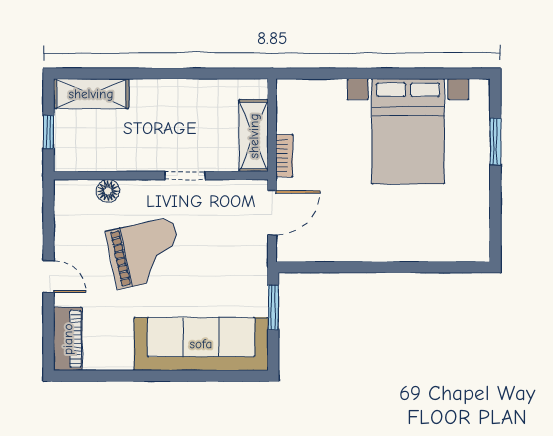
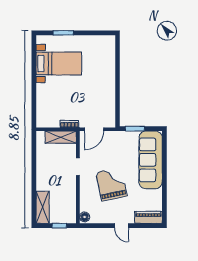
bed with nightstands: (408, 131) -> (59, 64), width x0.73
floor lamp: (108, 191) -> (85, 217), moved
door: (272, 213) -> (94, 129), swing flipped
door: (49, 276) -> (121, 226), swing flipped

